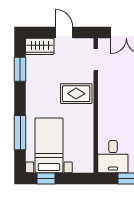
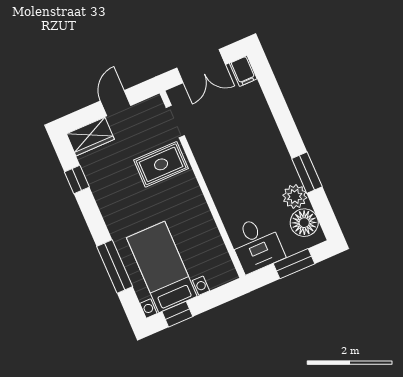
door: (64, 33) -> (116, 103), hinge flipped
window: (20, 69) -> (77, 179), width x0.67
rug: (76, 94) -> (161, 164), moved

